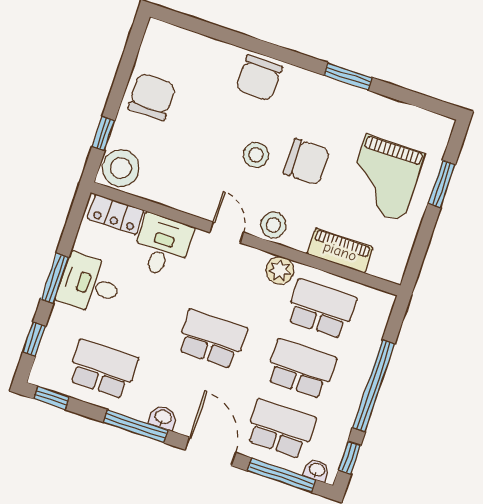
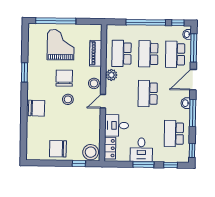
grand piano: (384, 178) -> (61, 45), turned -90
window: (442, 184) -> (56, 21), width x2.11

